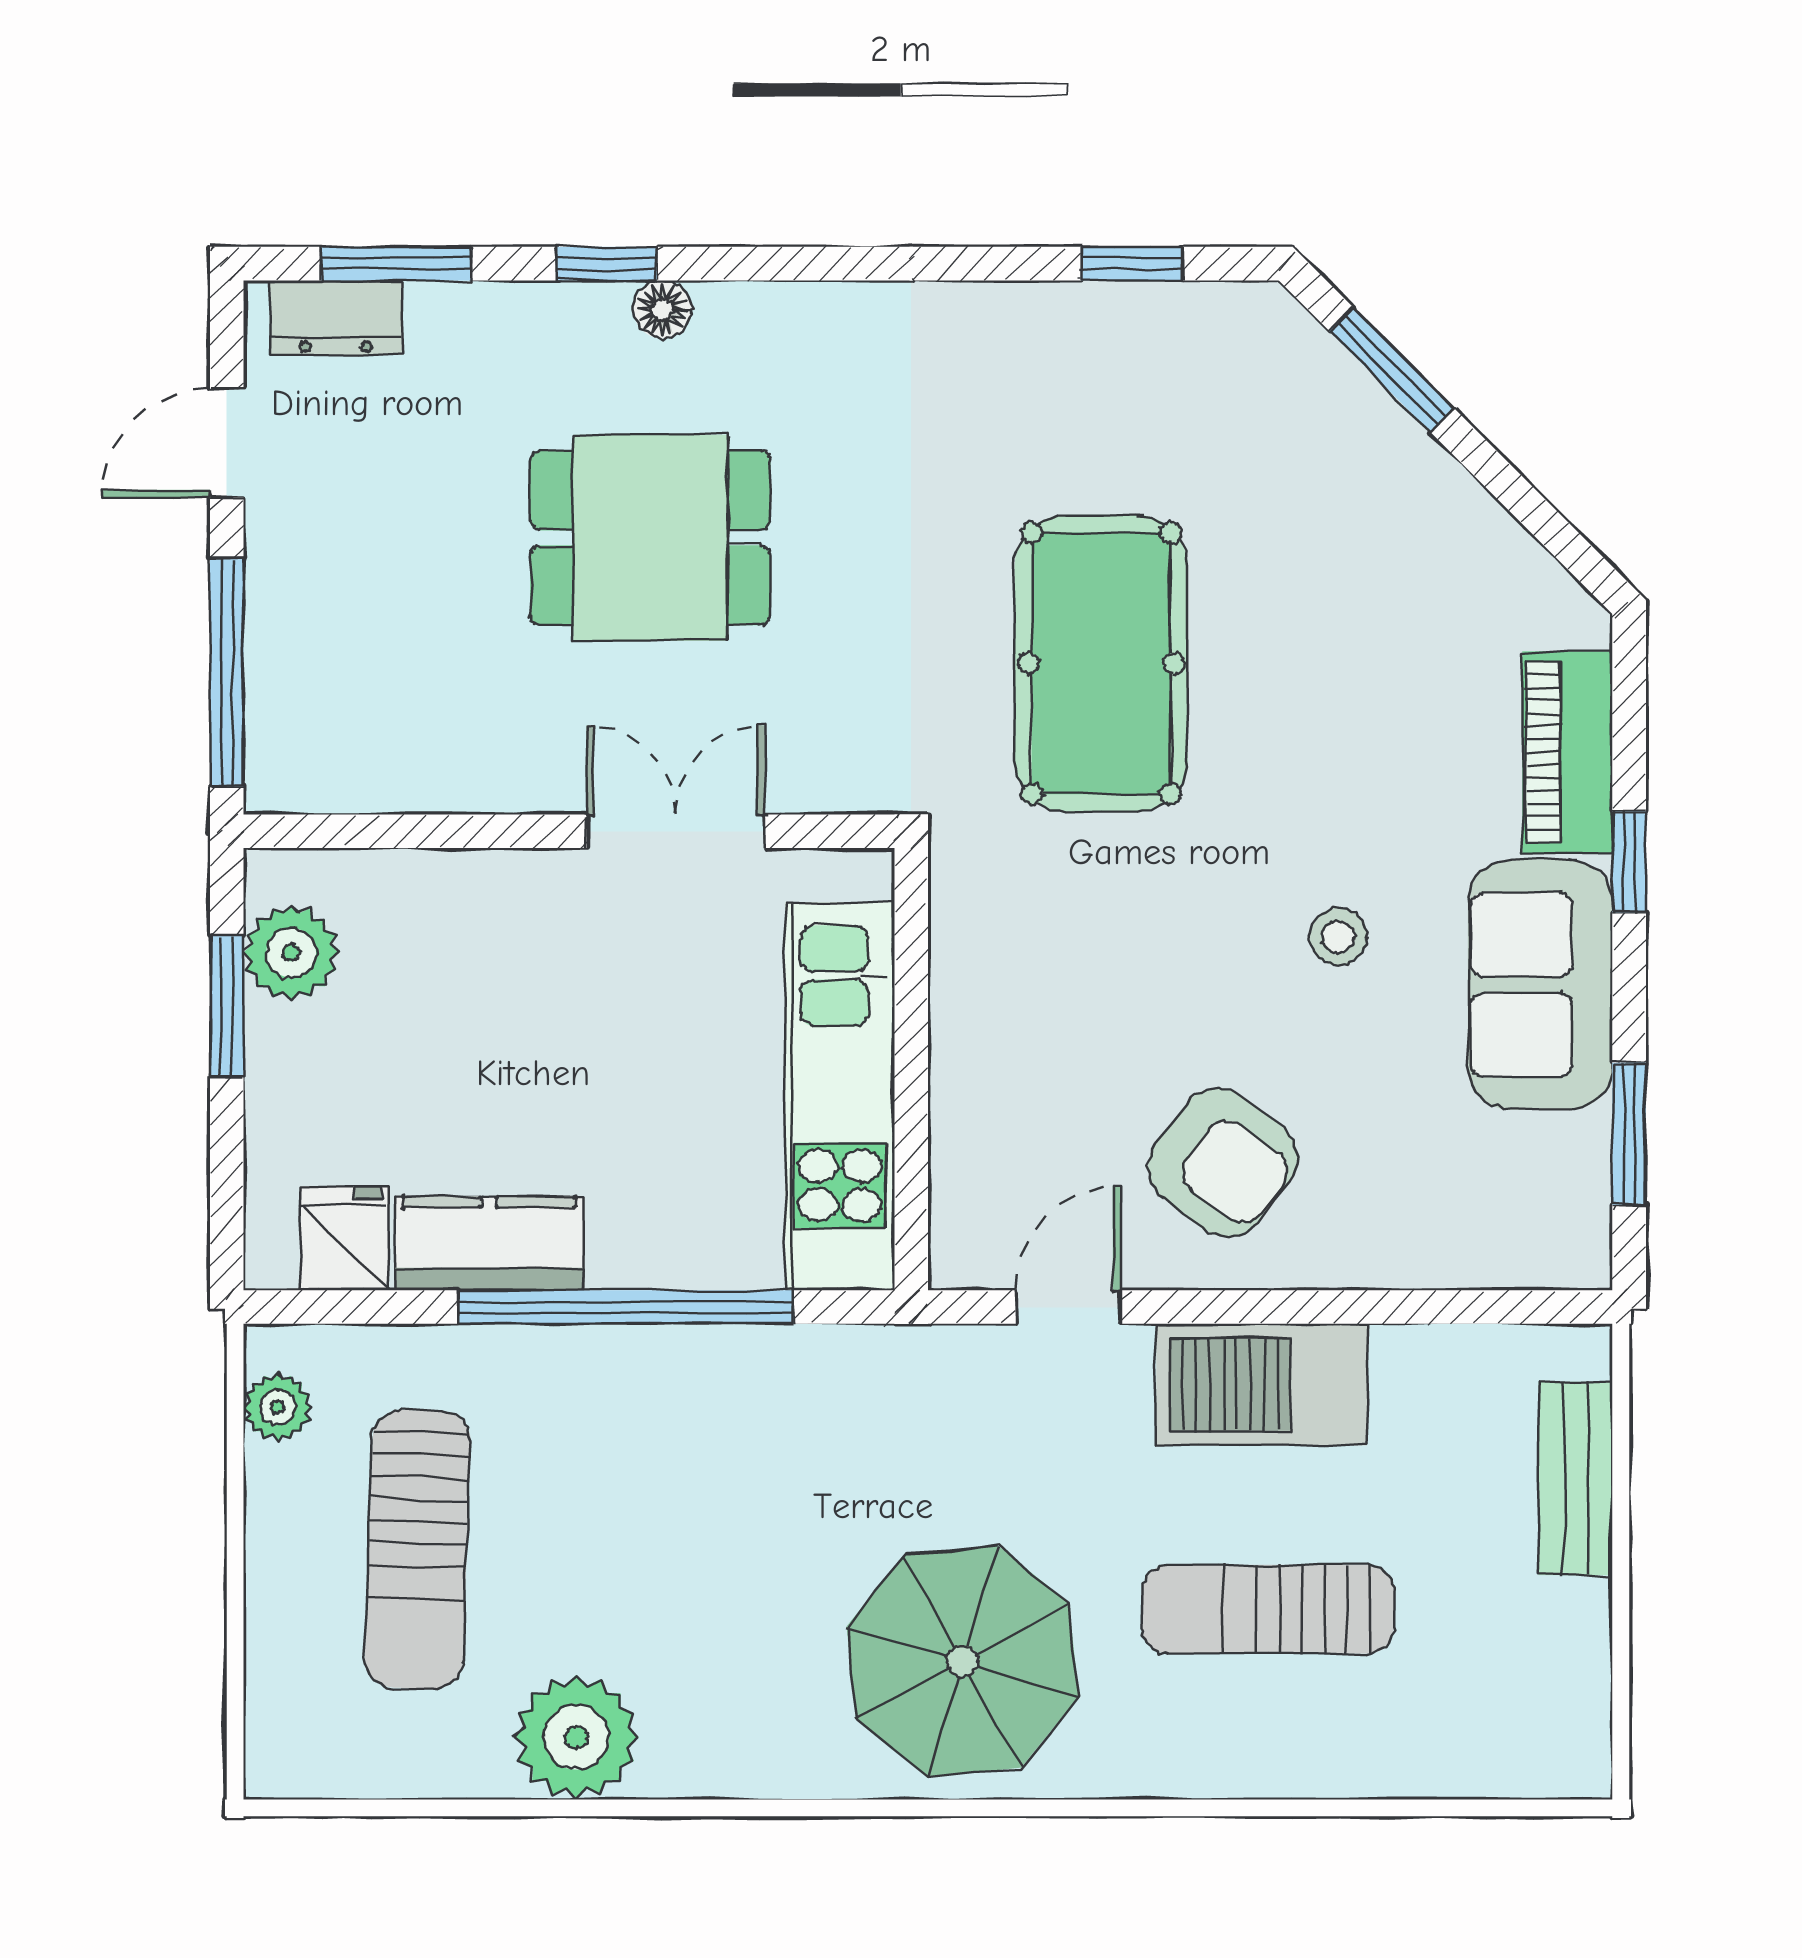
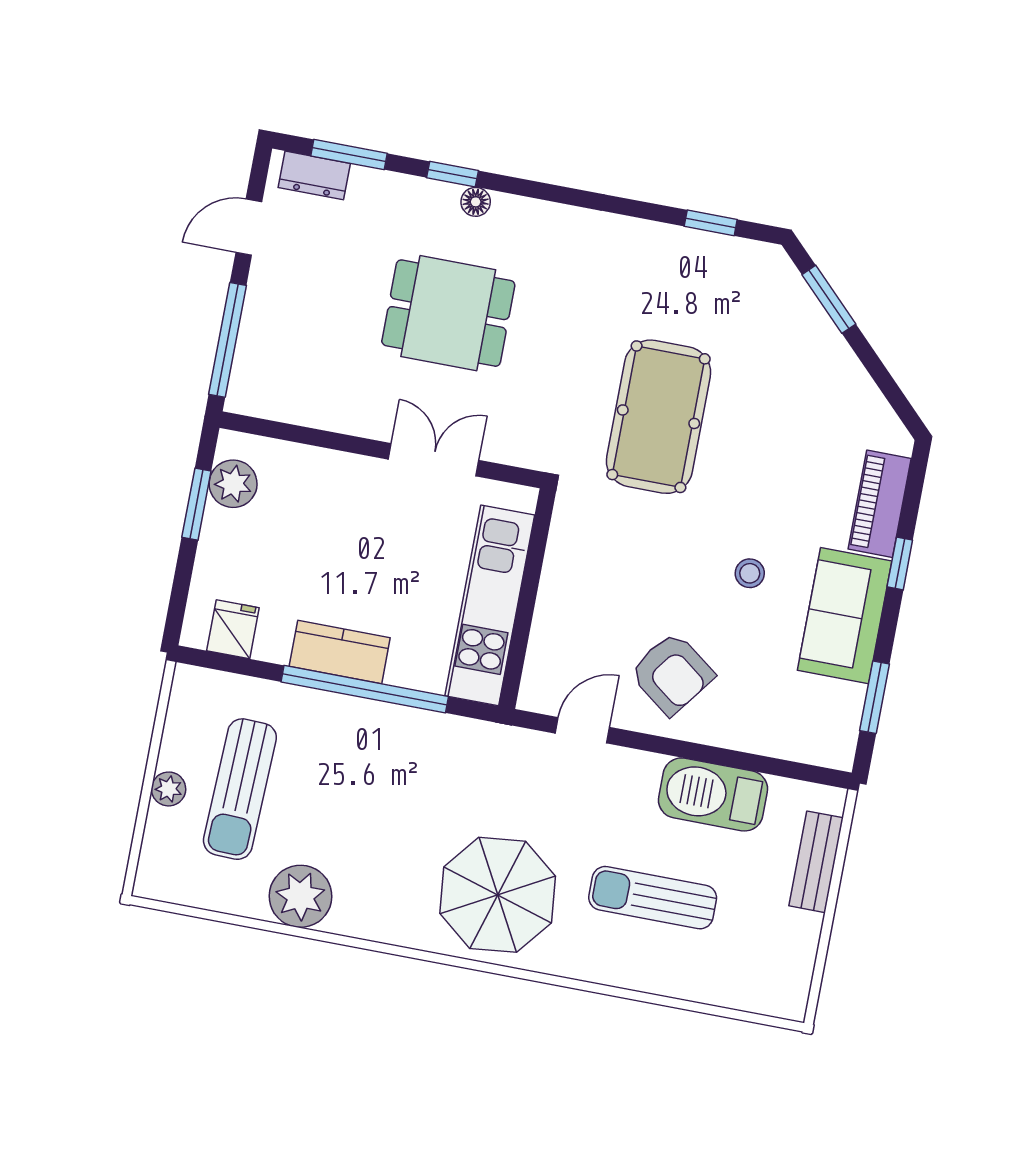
kitchen counter: (489, 1243) -> (340, 652), moved
barbecue: (1262, 1385) -> (713, 794), moved
plant: (278, 1407) -> (169, 789), moved

